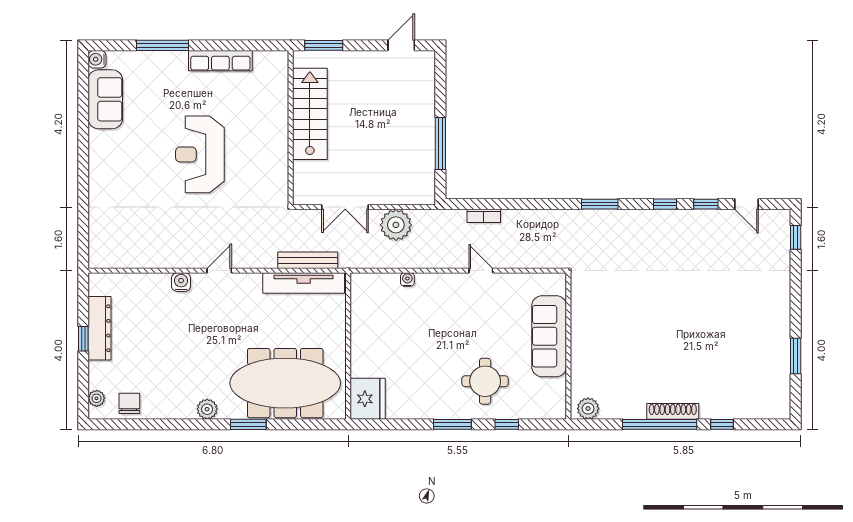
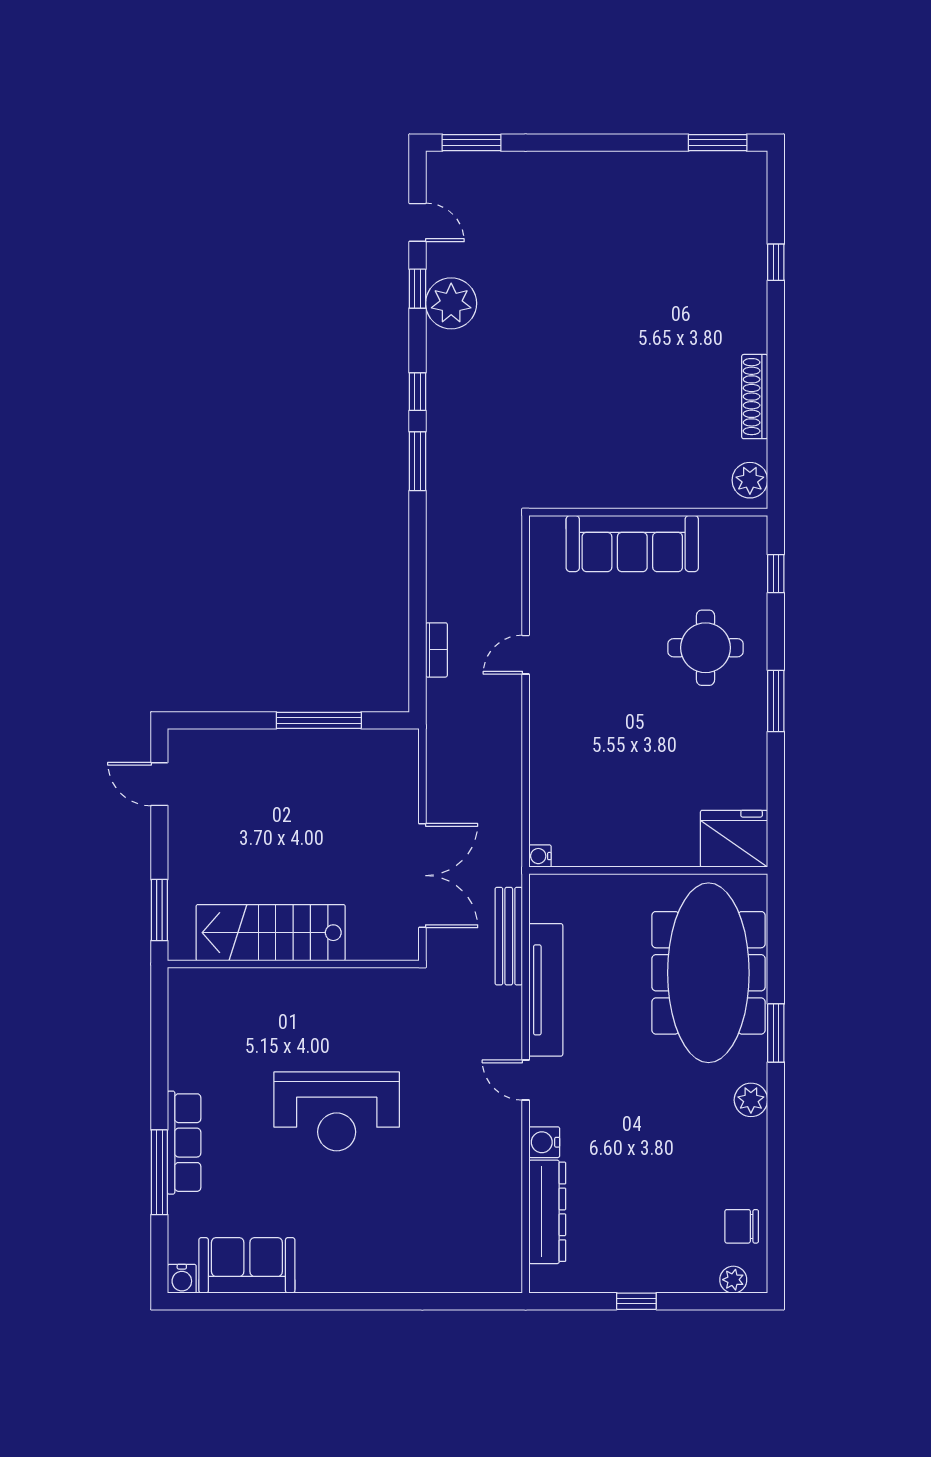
row of seats: (220, 61) -> (184, 1143), moved
window: (665, 204) -> (418, 392), moved
door: (747, 204) -> (418, 222), hinge flipped
double door: (345, 207) -> (422, 876), width x1.37
plant: (396, 225) -> (451, 303), moved
window: (796, 237) -> (472, 143), width x1.50
water cooler: (407, 280) -> (540, 856), moved
tv unit: (304, 283) -> (546, 990), moved
dresser: (100, 328) -> (547, 1212), moved, turned 90
window: (796, 356) -> (718, 143), moved
shoe rack: (673, 411) -> (755, 397), moved
window: (507, 424) -> (776, 574), moved
window: (660, 424) -> (776, 364), removed

